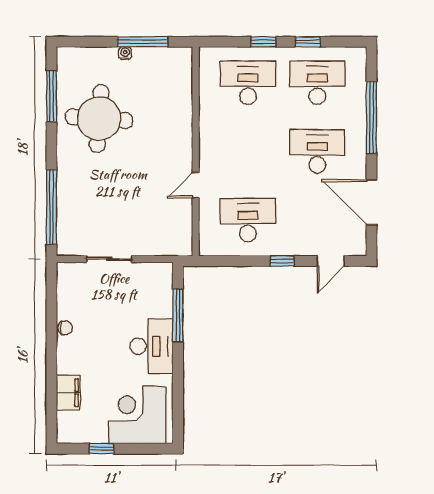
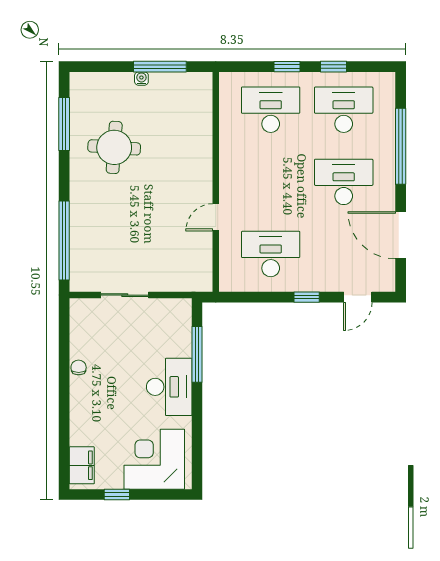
round table: (99, 119) -> (114, 147), width x0.73, depth x0.73
chair: (65, 328) -> (79, 367), turned -90
filing cabinet: (68, 393) -> (82, 465), moved

